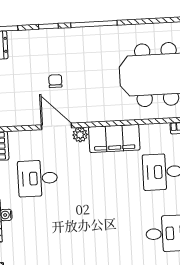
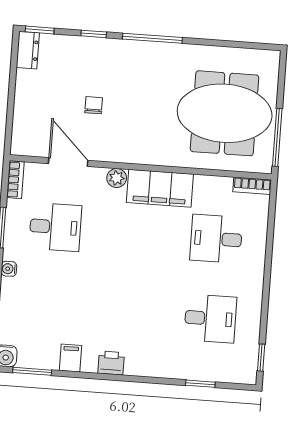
door: (56, 126) -> (68, 162), moved
desk: (38, 178) -> (55, 227), turned 180

